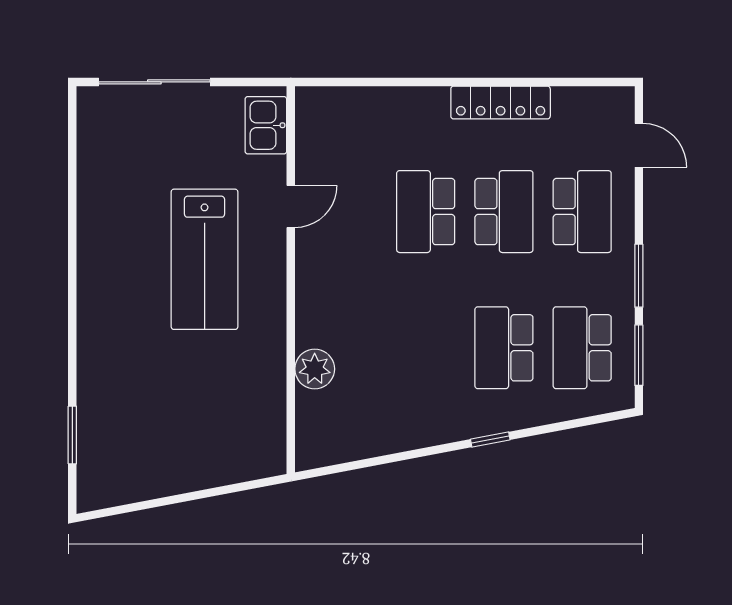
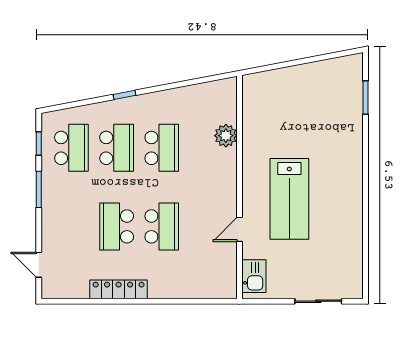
sliding door: (154, 82) -> (318, 301), width x0.73
school desk: (582, 212) -> (162, 148), moved, turned 180
lab bench: (205, 259) -> (289, 199), turned 180
window: (639, 355) -> (39, 144), width x0.67

